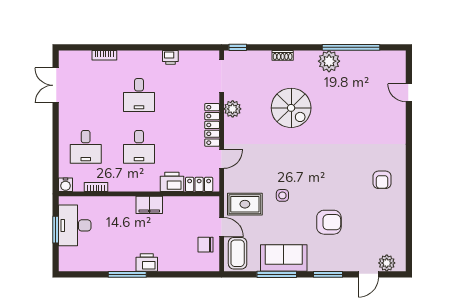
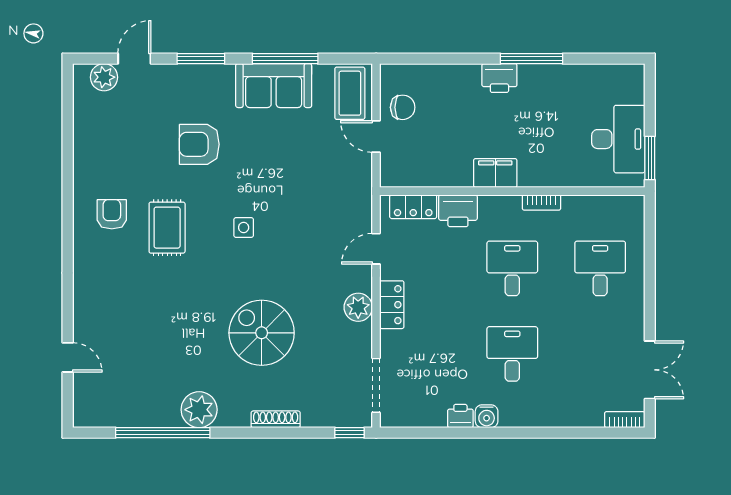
bookcase: (104, 55) -> (625, 420), moved
shoe rack: (283, 55) -> (276, 419), width x1.43
plant: (233, 109) -> (358, 307), moved
locker: (212, 125) -> (392, 305), width x0.66
water cooler: (65, 185) -> (487, 416), moved, turned 180
bookcase: (96, 187) -> (541, 202), moved
side table: (282, 195) -> (244, 227), moved
rug: (245, 204) -> (167, 228), moved, turned 90
window: (56, 230) -> (650, 158), moved

